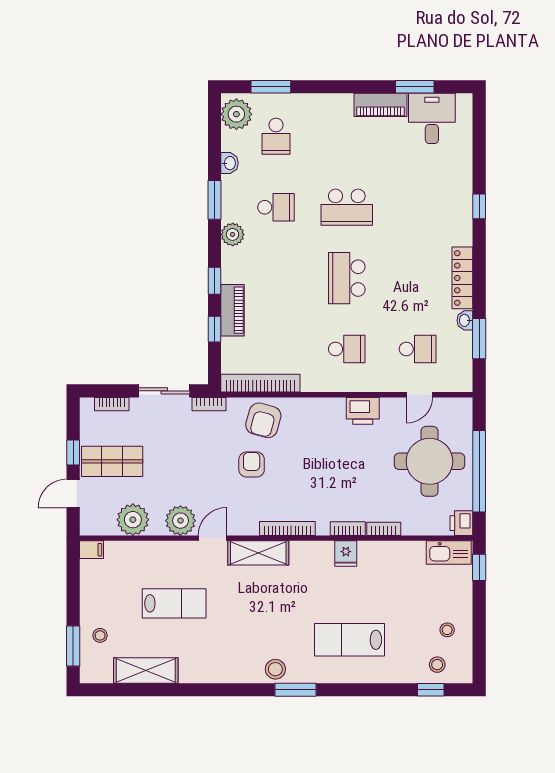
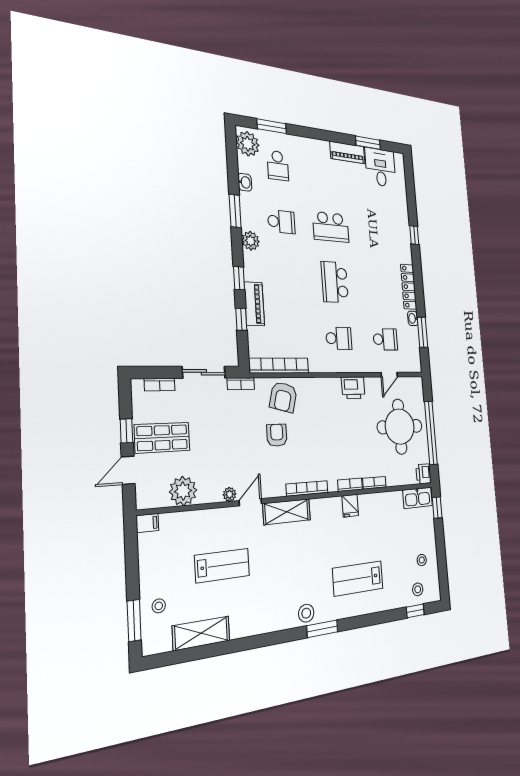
plant: (180, 521) -> (230, 494), width x0.53, depth x0.53

